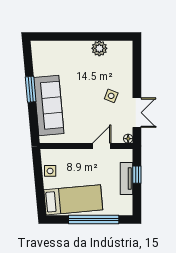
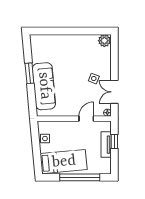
plant: (99, 48) -> (104, 41), moved
double door: (137, 113) -> (114, 92), swing flipped

